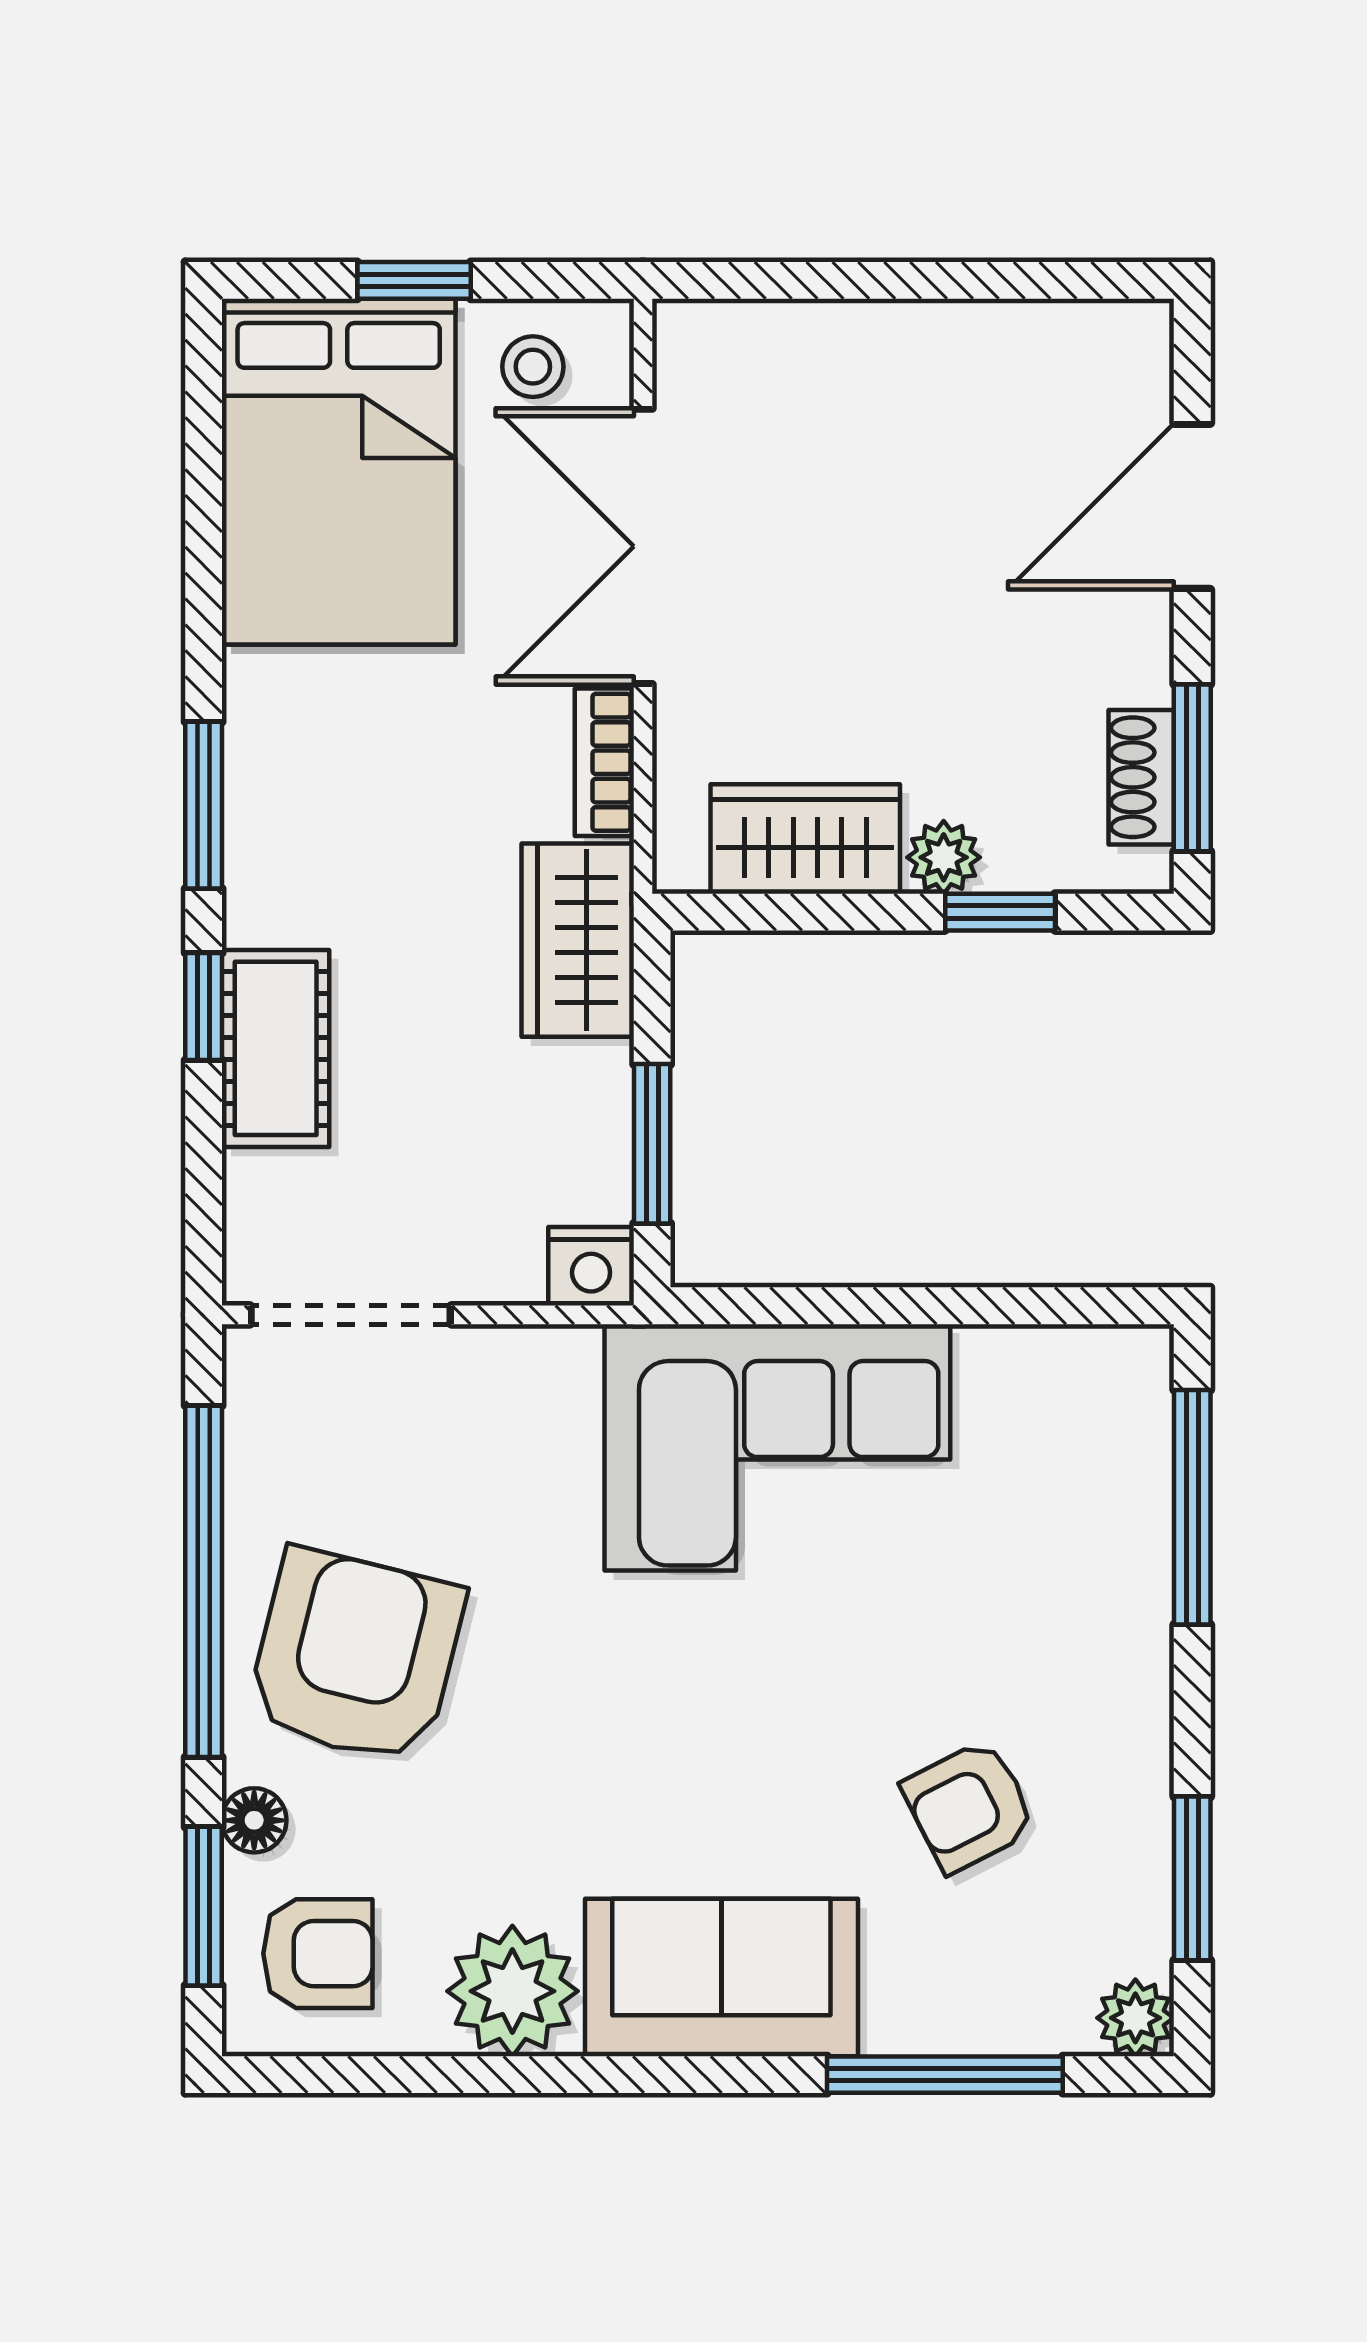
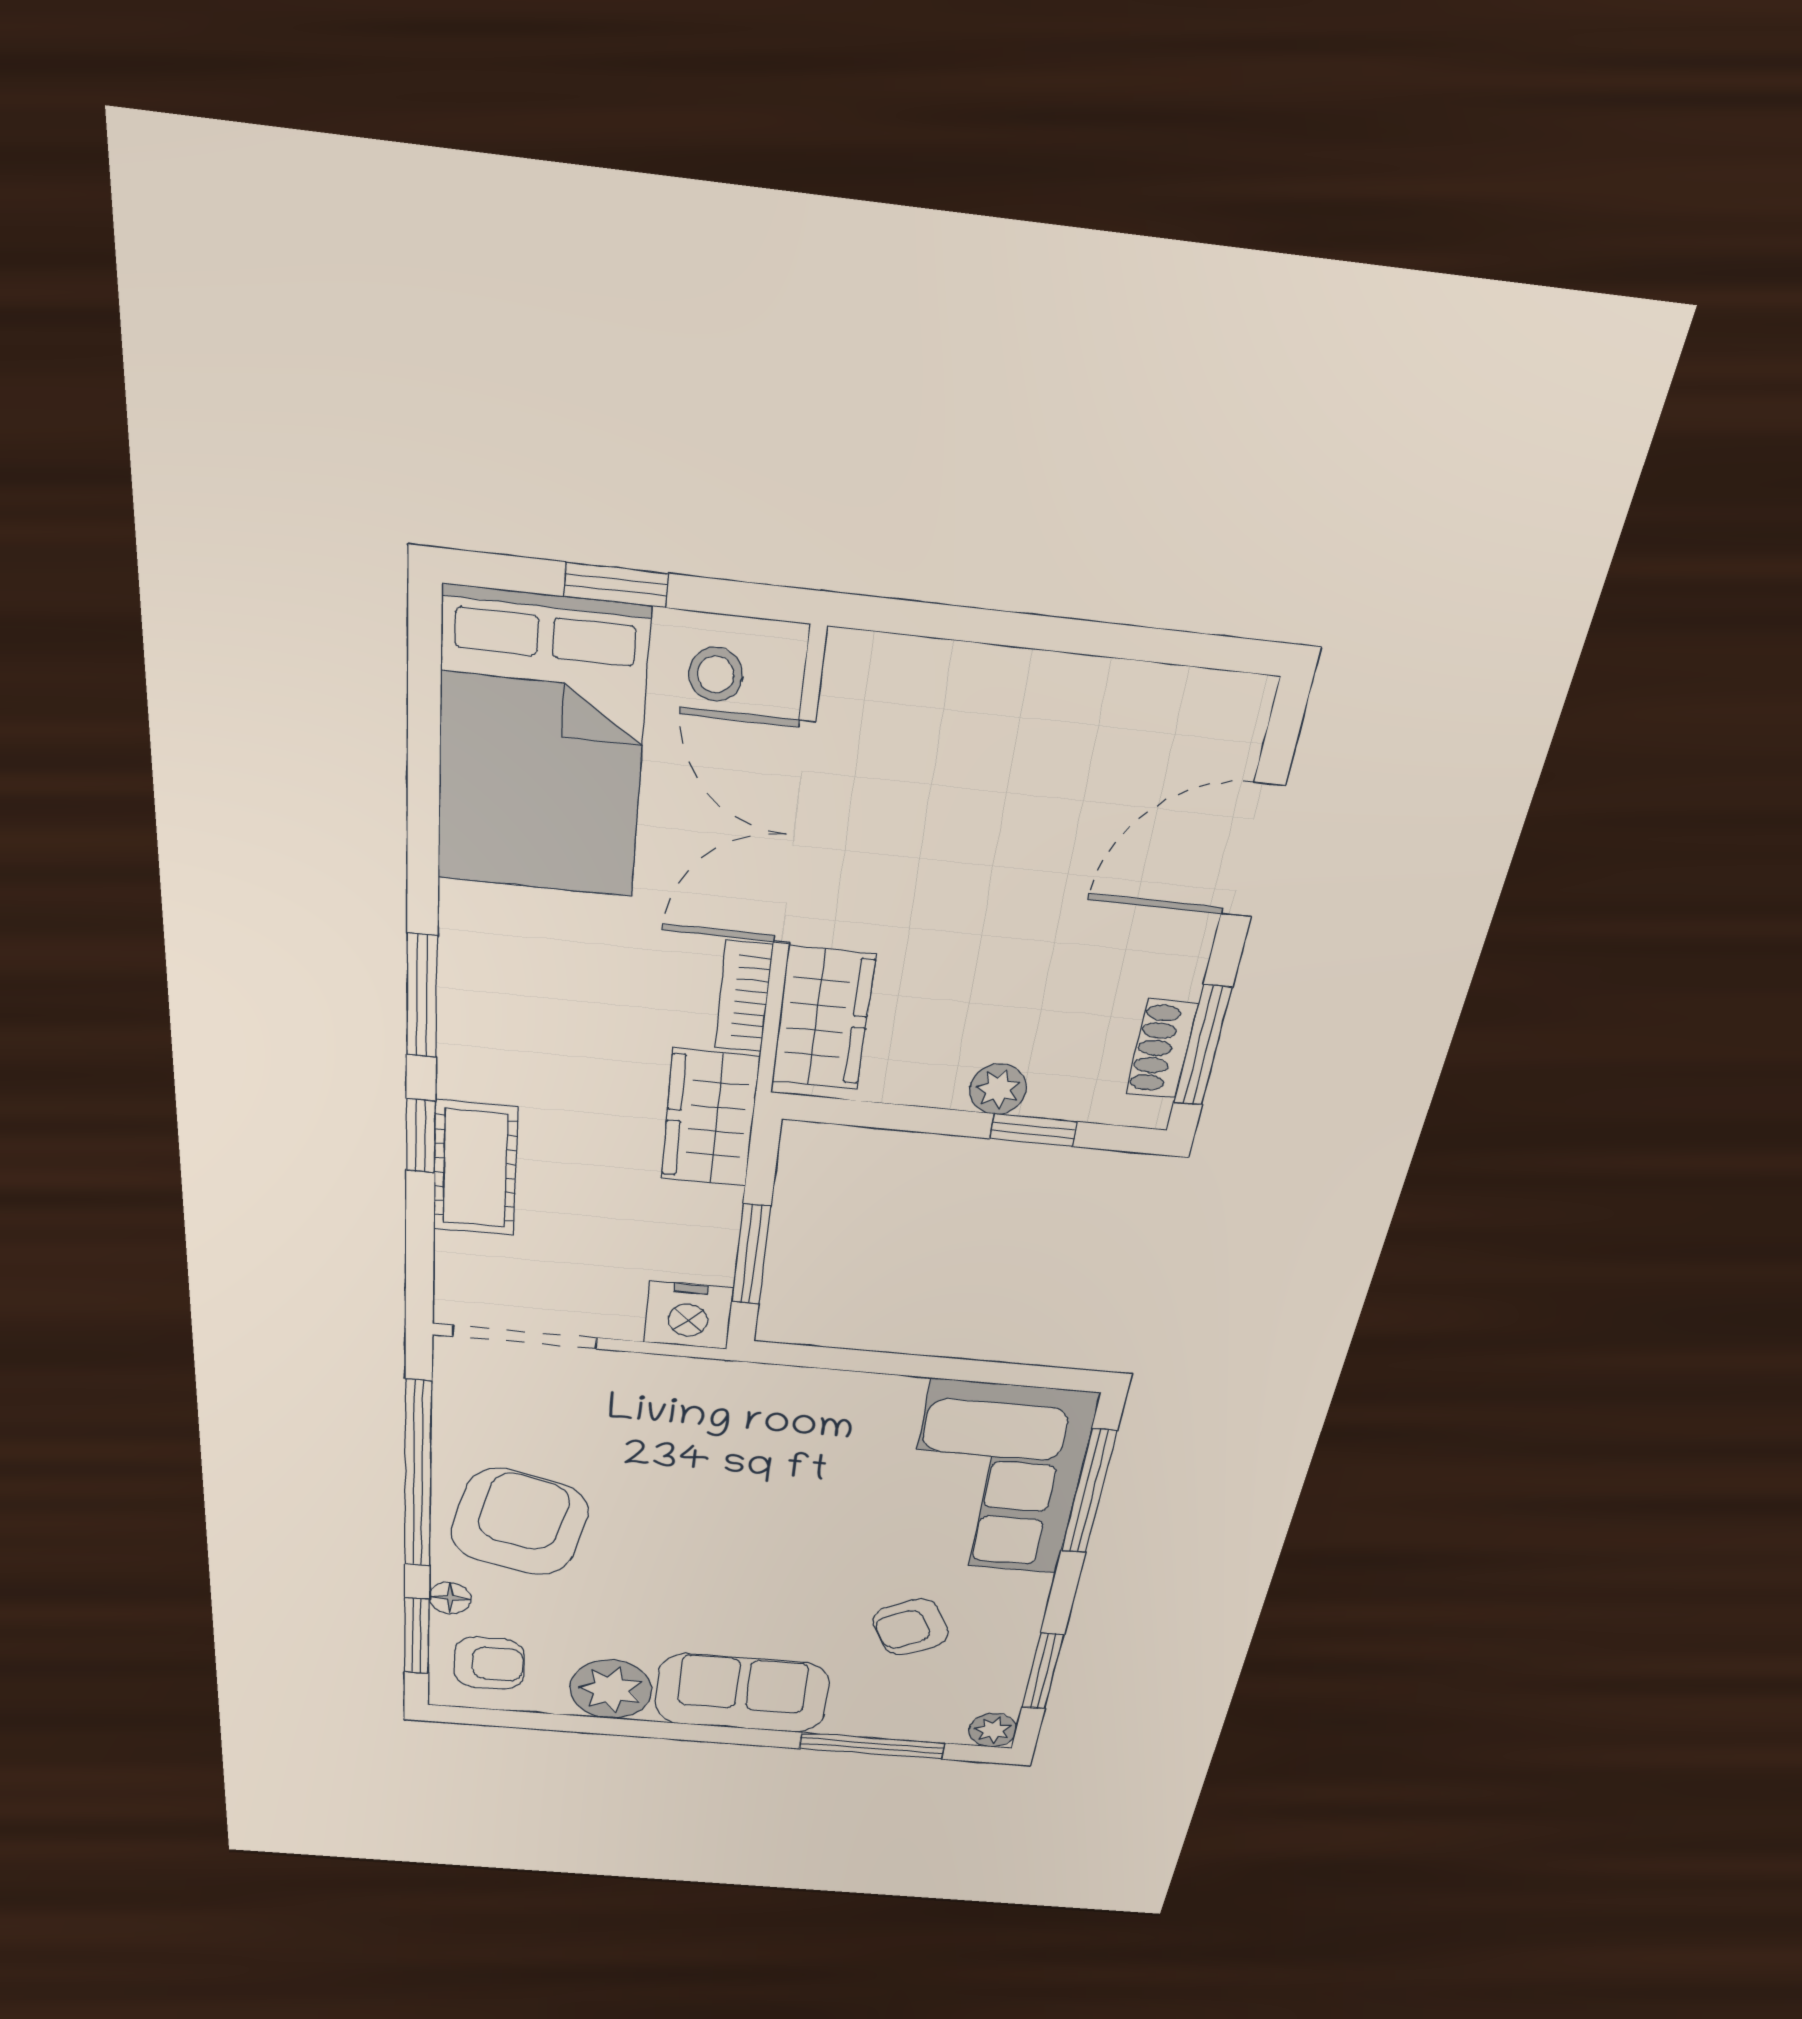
wardrobe: (805, 839) -> (823, 1018), moved, turned 90
nightstand: (591, 1266) -> (688, 1315), width x1.36, depth x1.33
corner sofa: (777, 1447) -> (996, 1478), moved, turned 90

